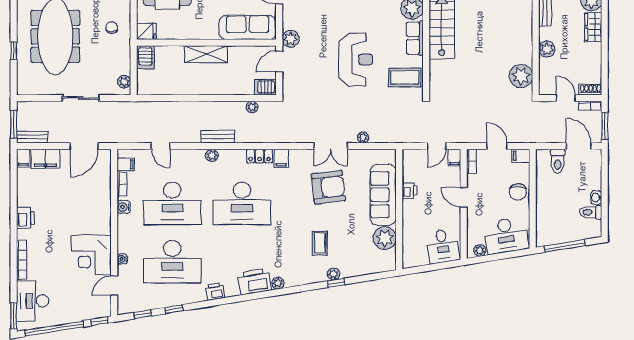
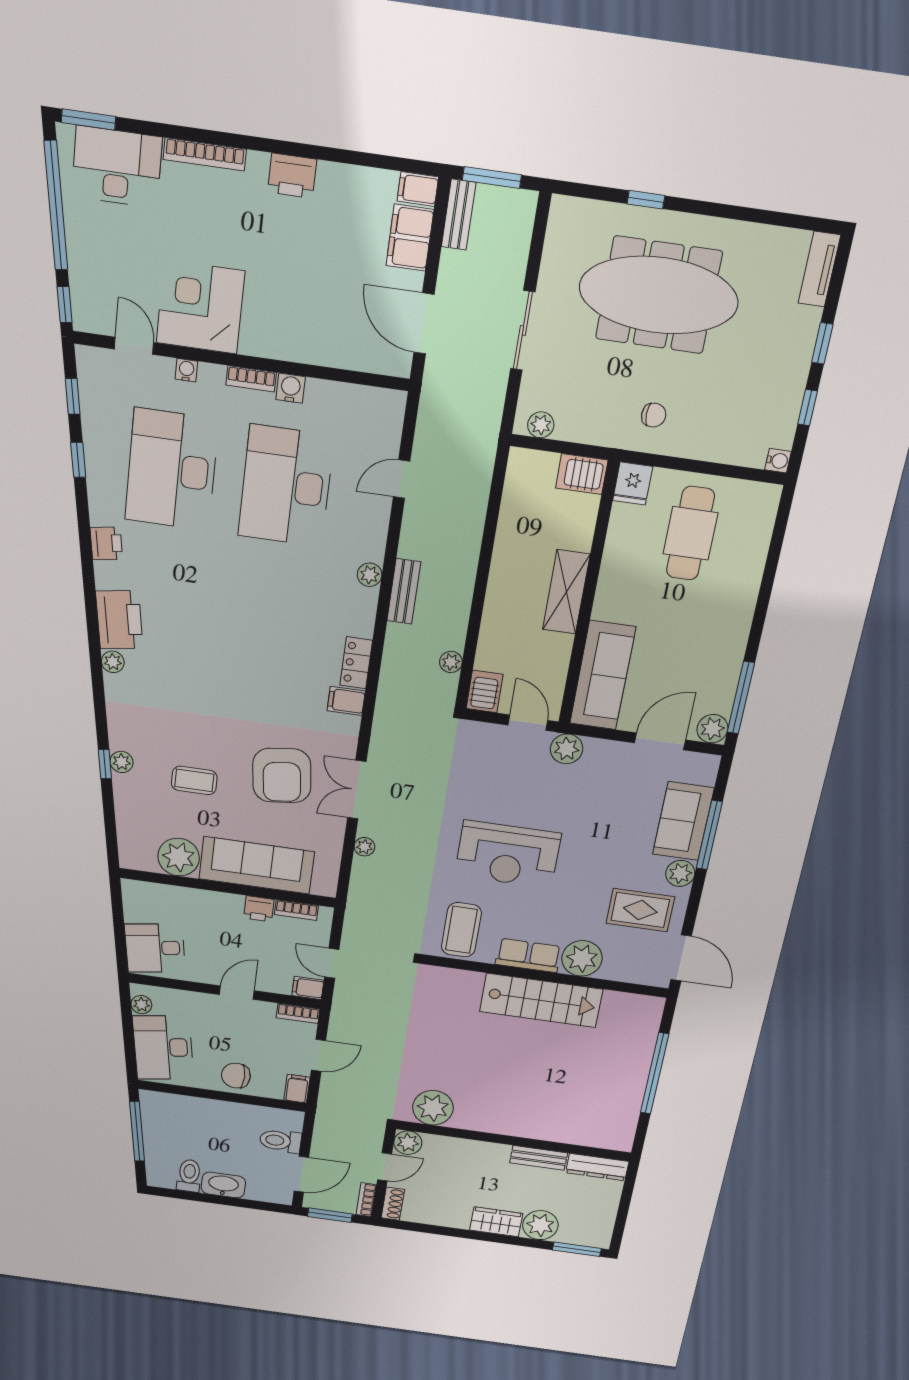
plant: (547, 49) -> (408, 1143), moved
filing cabinet: (126, 164) -> (375, 404), removed
bookcase: (407, 170) -> (296, 910), added
bookcase: (122, 184) -> (251, 379), moved
washbasin: (596, 198) -> (223, 1185), width x1.91, depth x1.45
desk: (242, 203) -> (270, 618), removed
coffee table: (320, 243) -> (194, 780), moved

